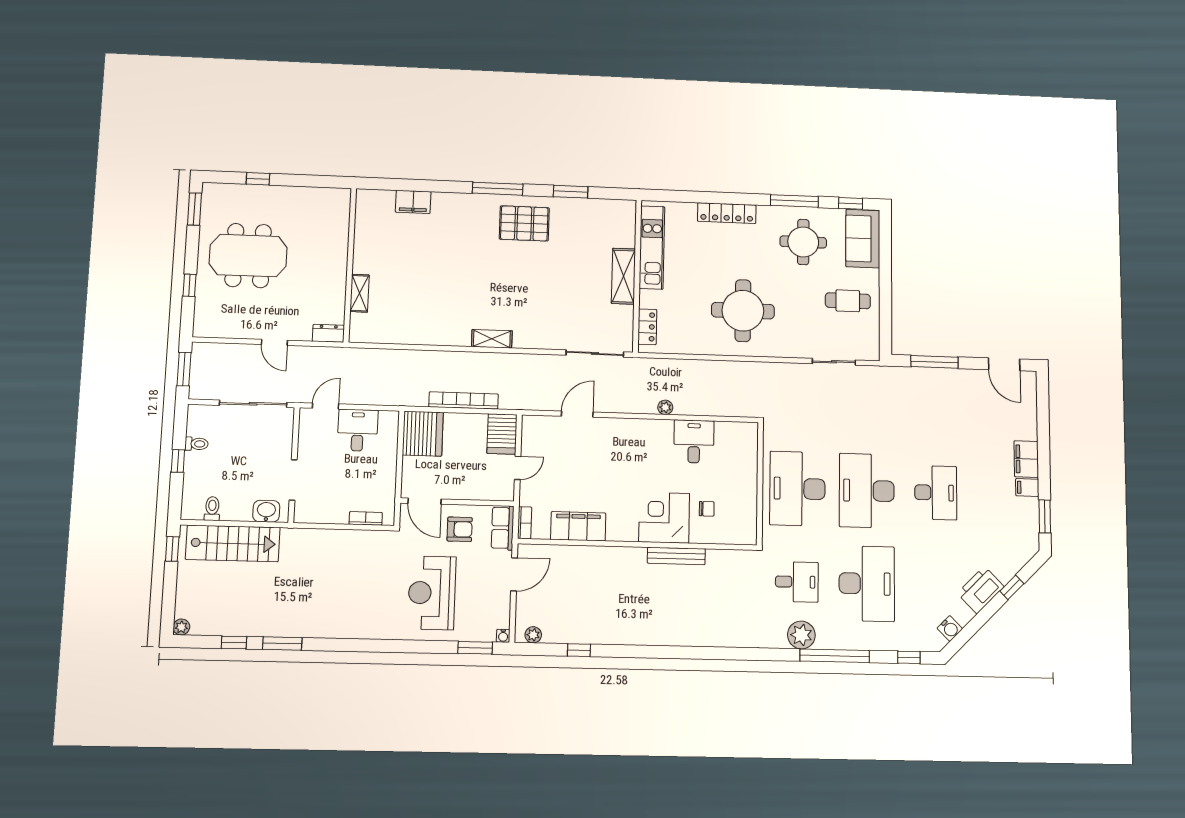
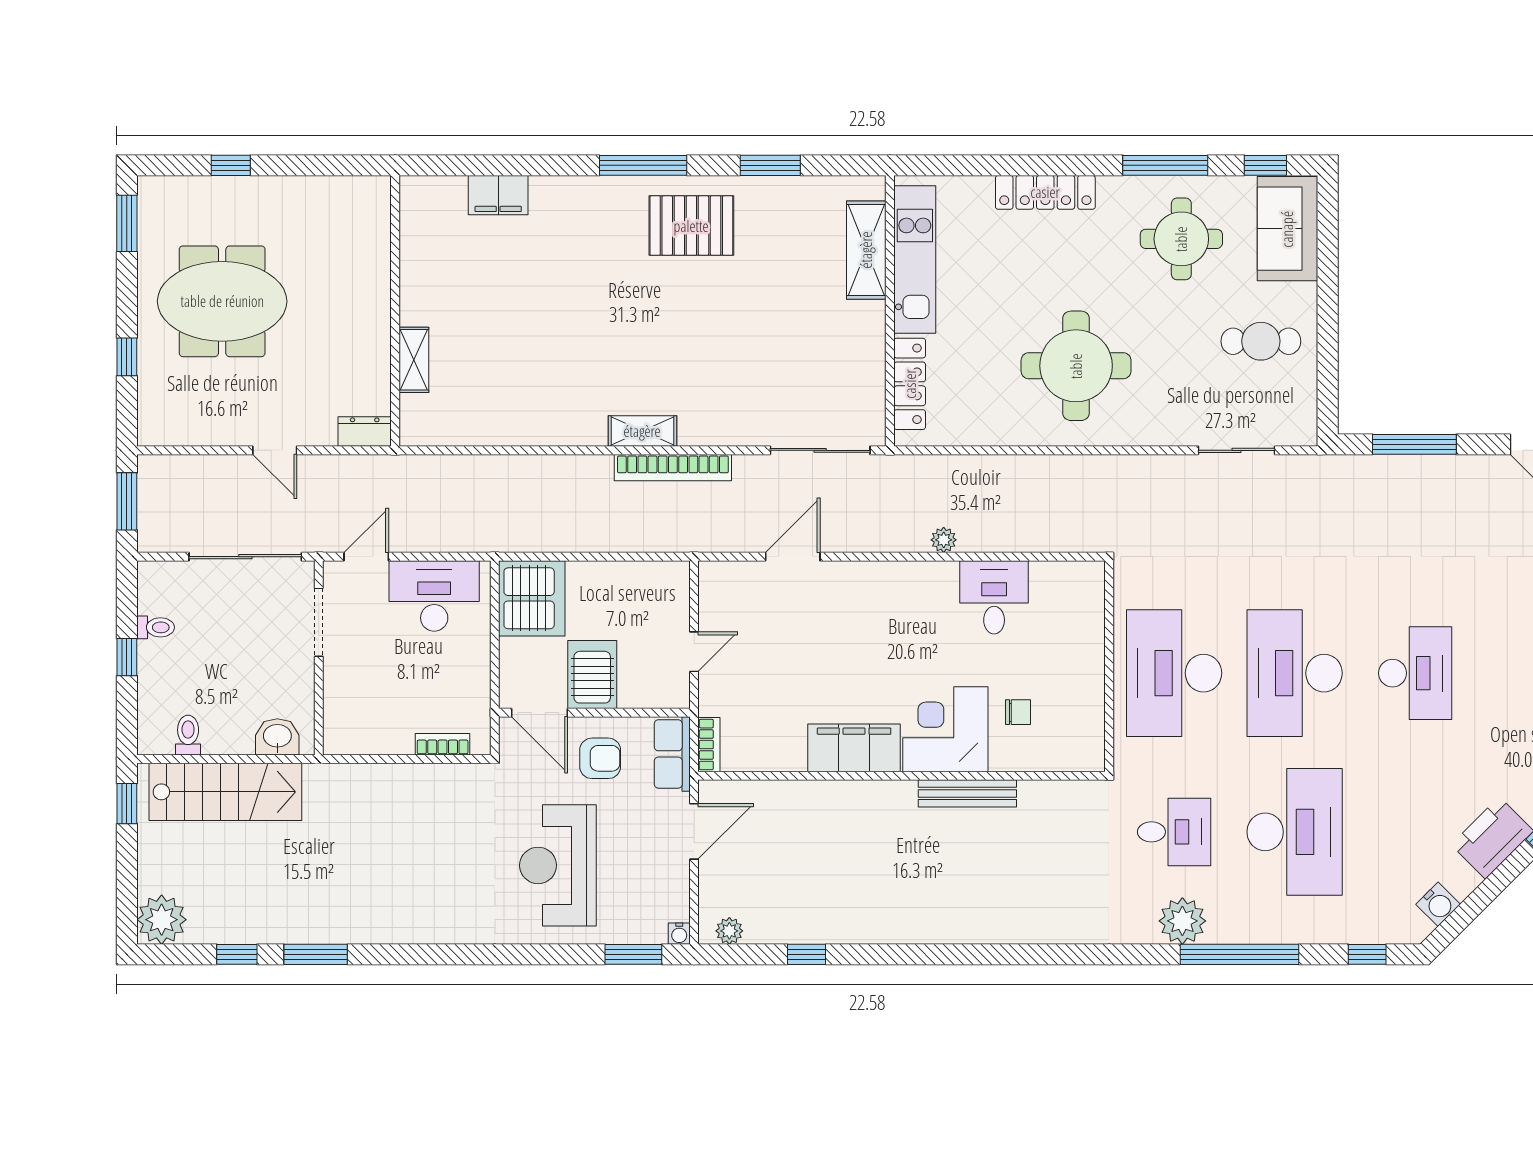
shelving: (623, 276) -> (866, 250), moved
locker: (647, 327) -> (910, 384), width x1.53
bookcase: (464, 400) -> (673, 468), moved, turned 180
desk: (358, 430) -> (434, 596), width x1.37
server rack: (502, 434) -> (592, 674), moved, turned 180
doorway: (293, 480) -> (319, 622), moved
filing cabinet: (578, 526) -> (854, 748), moved
plant: (181, 627) -> (162, 920), width x1.87, depth x1.87

